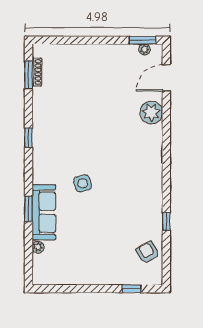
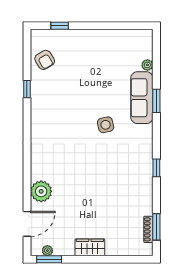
wardrobe: (99, 53) -> (90, 247), added

